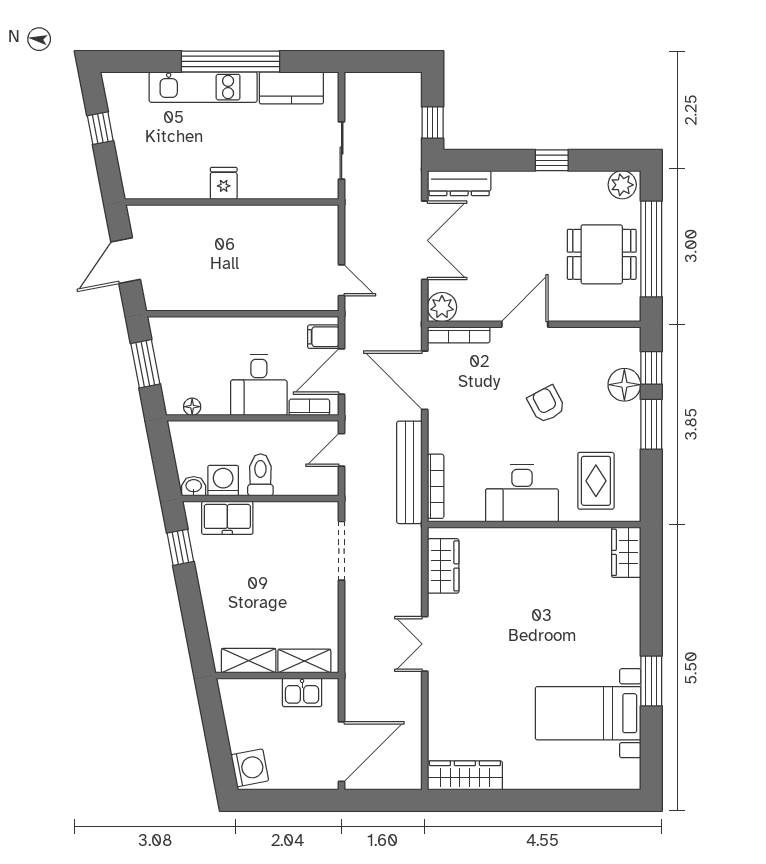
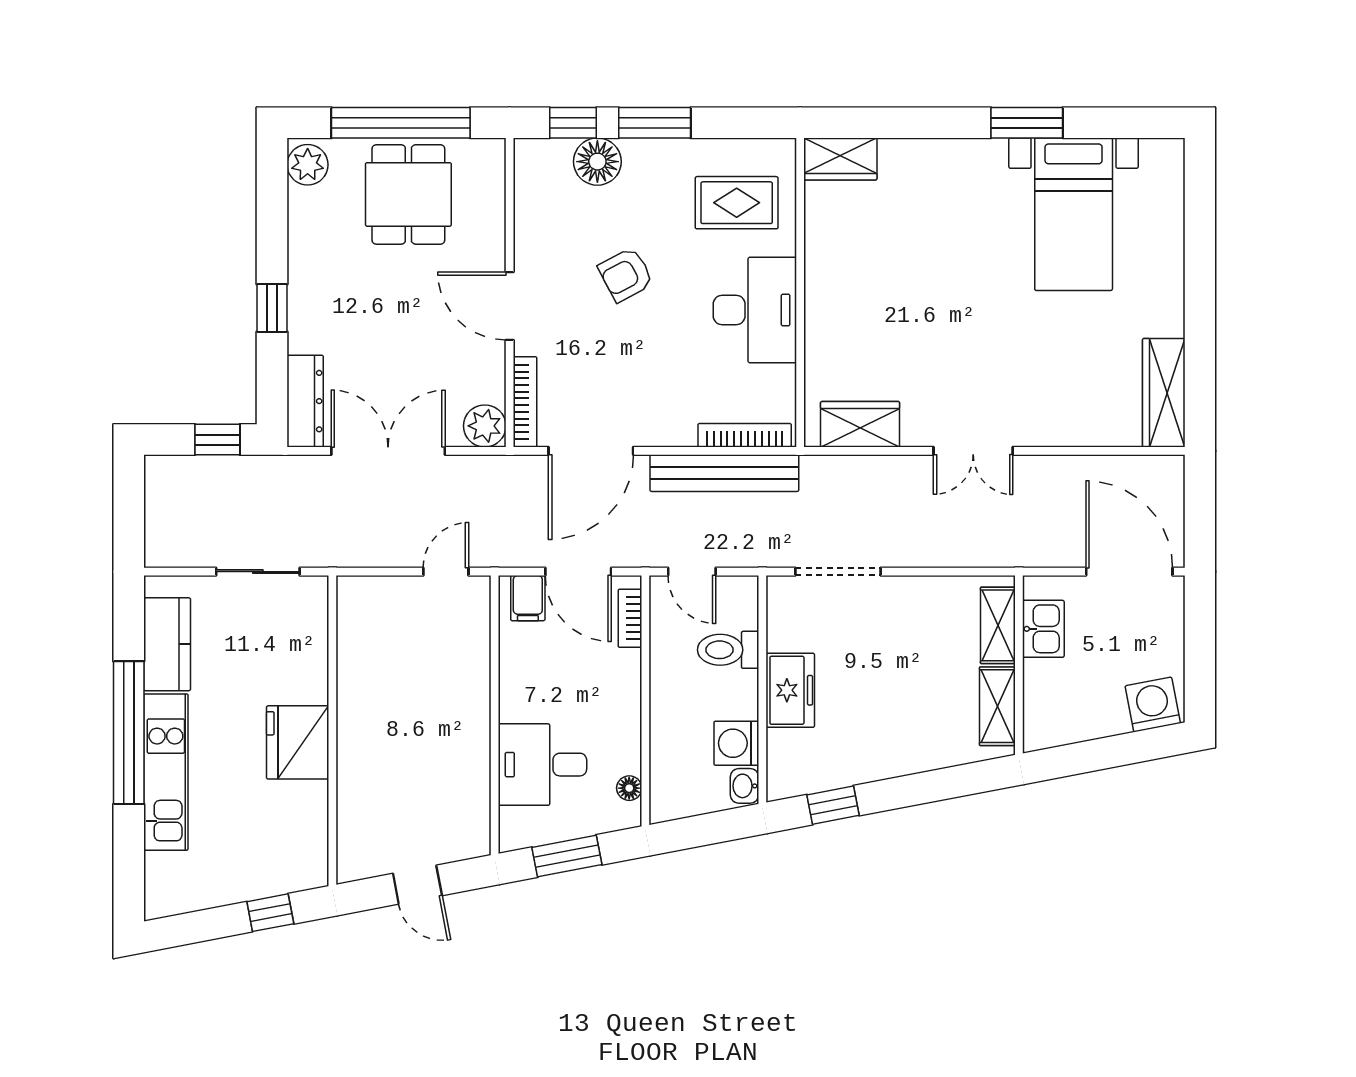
window: (100, 128) -> (270, 913), moved
window: (552, 160) -> (272, 308), moved
fridge: (224, 183) -> (298, 742), width x1.88, depth x1.34
door: (126, 261) -> (417, 885), width x0.73
desk: (259, 385) -> (542, 765), moved, turned 180
toilet: (260, 475) -> (728, 650), moved
freezer: (227, 518) -> (790, 690), moved

